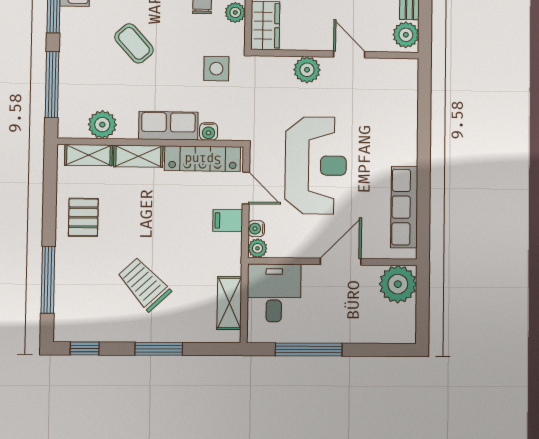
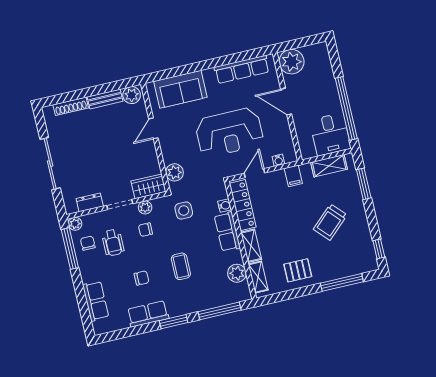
coffee table: (134, 43) -> (181, 266), turned -48
plant: (307, 70) -> (175, 172), moved
sofa: (397, 109) -> (180, 89), added
reception desk: (316, 165) -> (229, 132), turned 180
filing cabinet: (228, 221) -> (293, 176), moved
plant: (257, 248) -> (291, 156), removed
desk: (274, 293) -> (330, 134), moved, turned -90
window: (159, 349) -> (364, 184), moved
window: (309, 349) -> (346, 108), width x1.46

